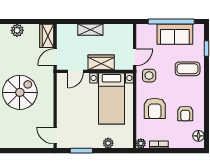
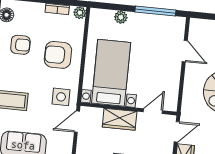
armchair: (155, 108) -> (58, 55), turned -90
armchair: (185, 113) -> (20, 45), turned 90
door: (55, 135) -> (185, 51), moved
window: (81, 151) -> (155, 11), width x1.44

